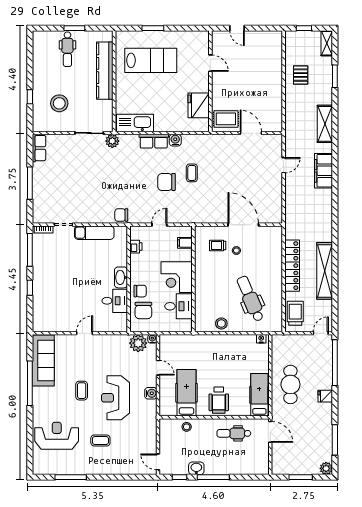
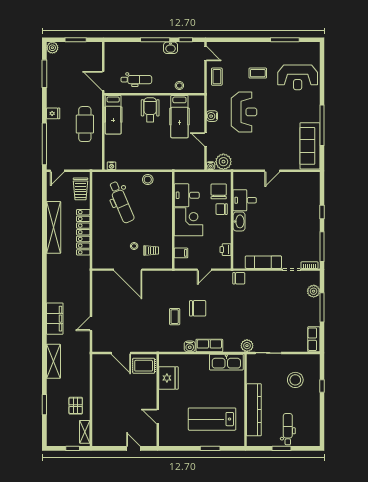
shelving: (327, 43) -> (85, 432), moved
plant: (39, 201) -> (314, 291), added
coffee table: (82, 391) -> (217, 77), moved

